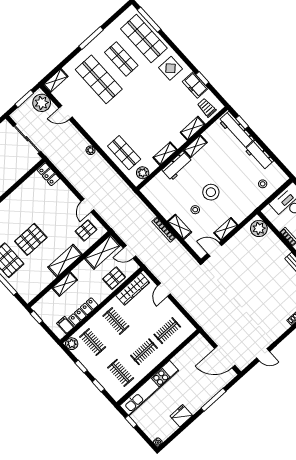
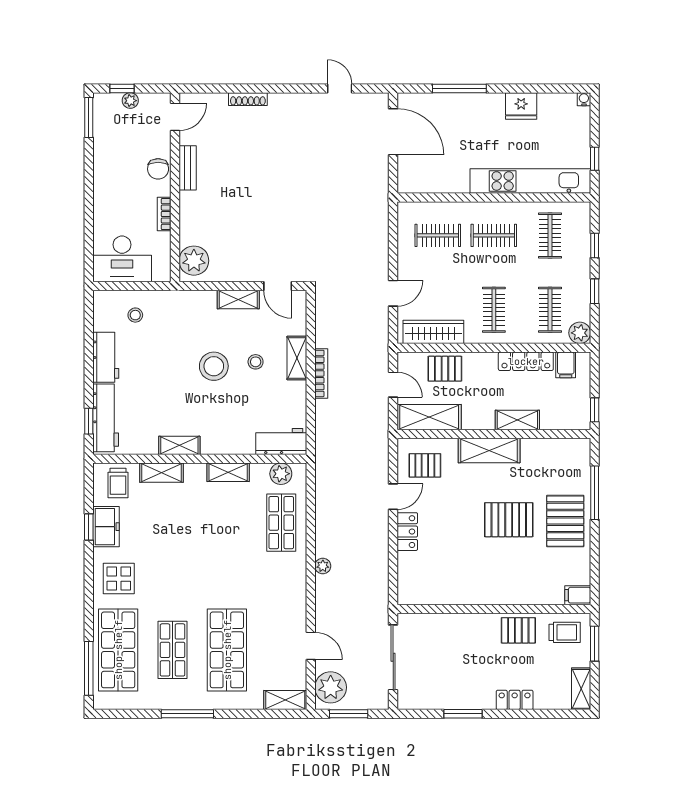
workbench: (177, 166) -> (281, 442), moved
locker: (48, 174) -> (407, 532), moved

